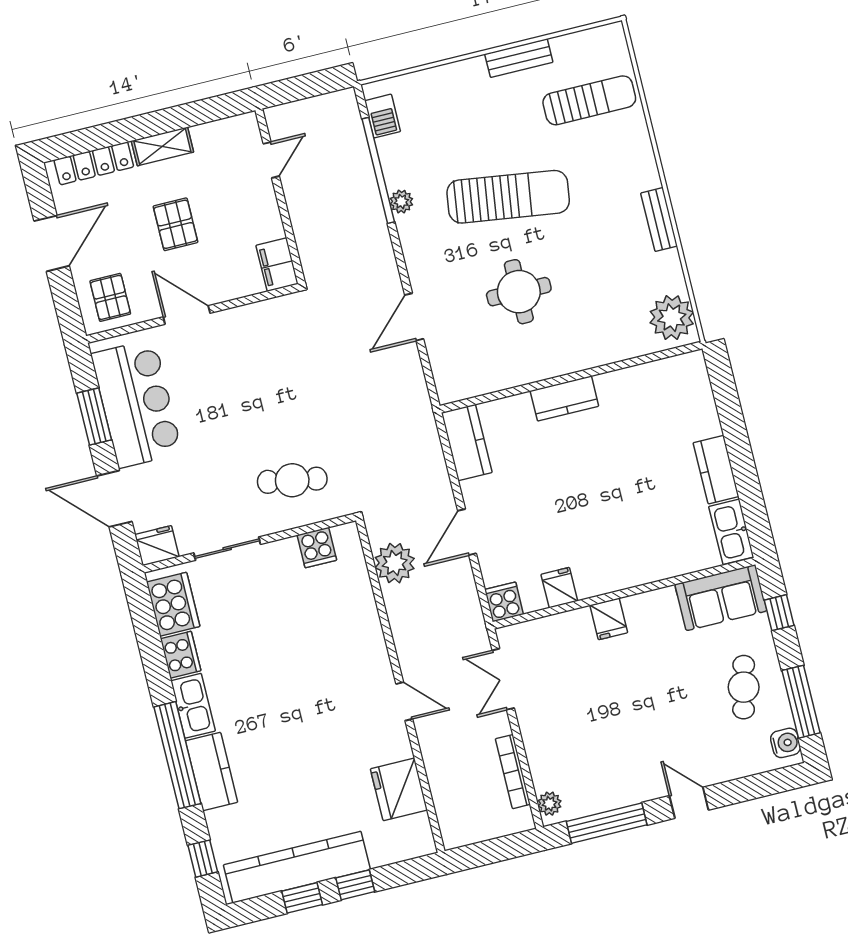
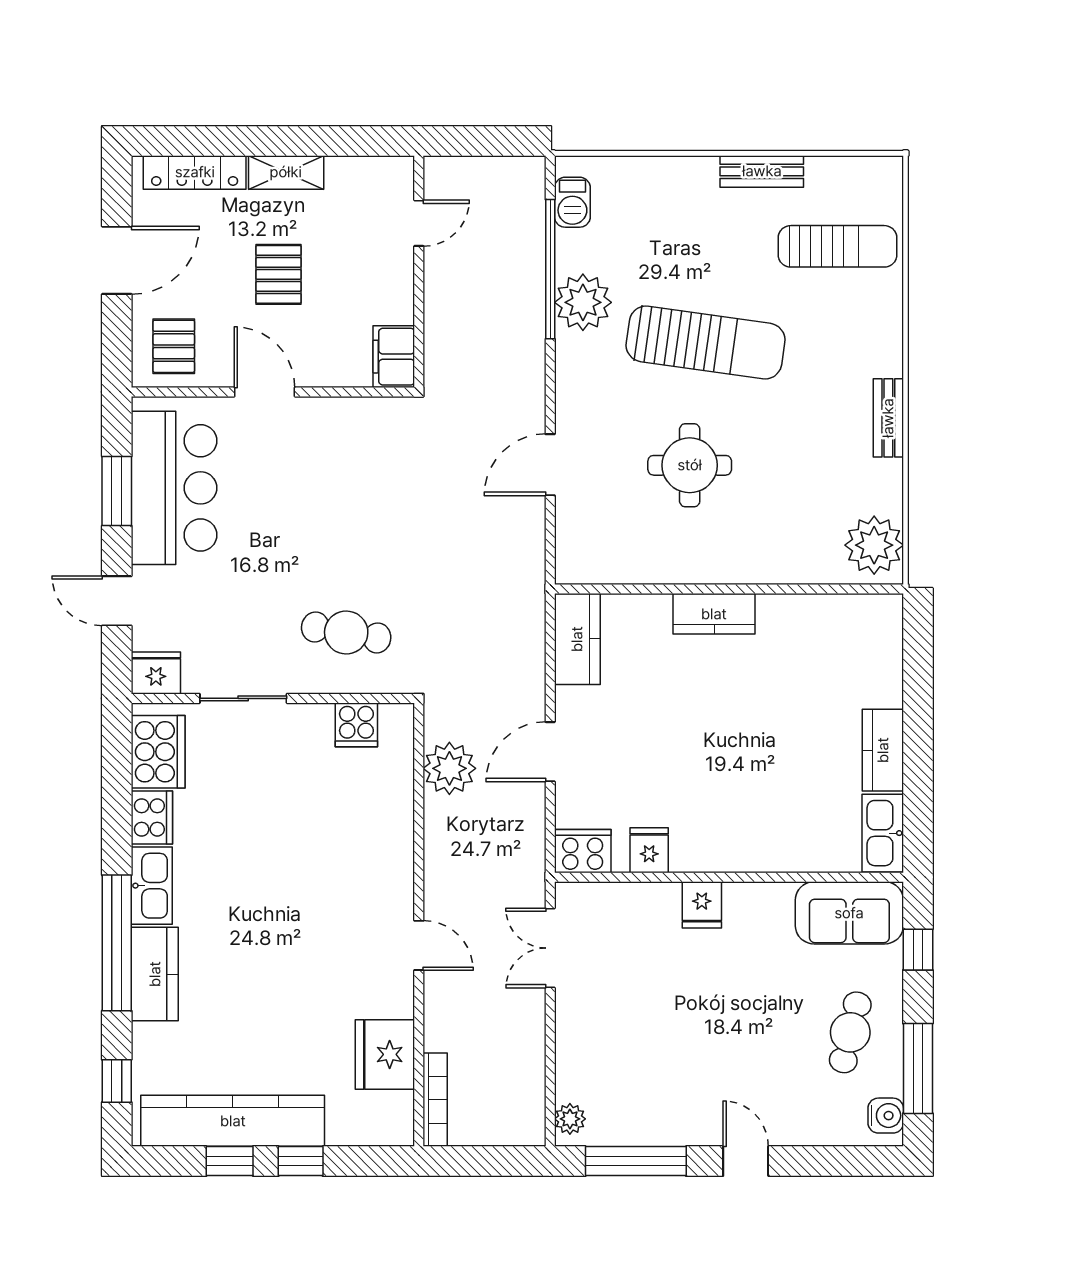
plant: (401, 202) -> (583, 302), width x1.88, depth x1.88
door: (114, 499) -> (117, 601), width x0.73
cooker: (504, 602) -> (583, 851), width x1.36
bookcase: (513, 772) -> (435, 1100), moved, turned 180

